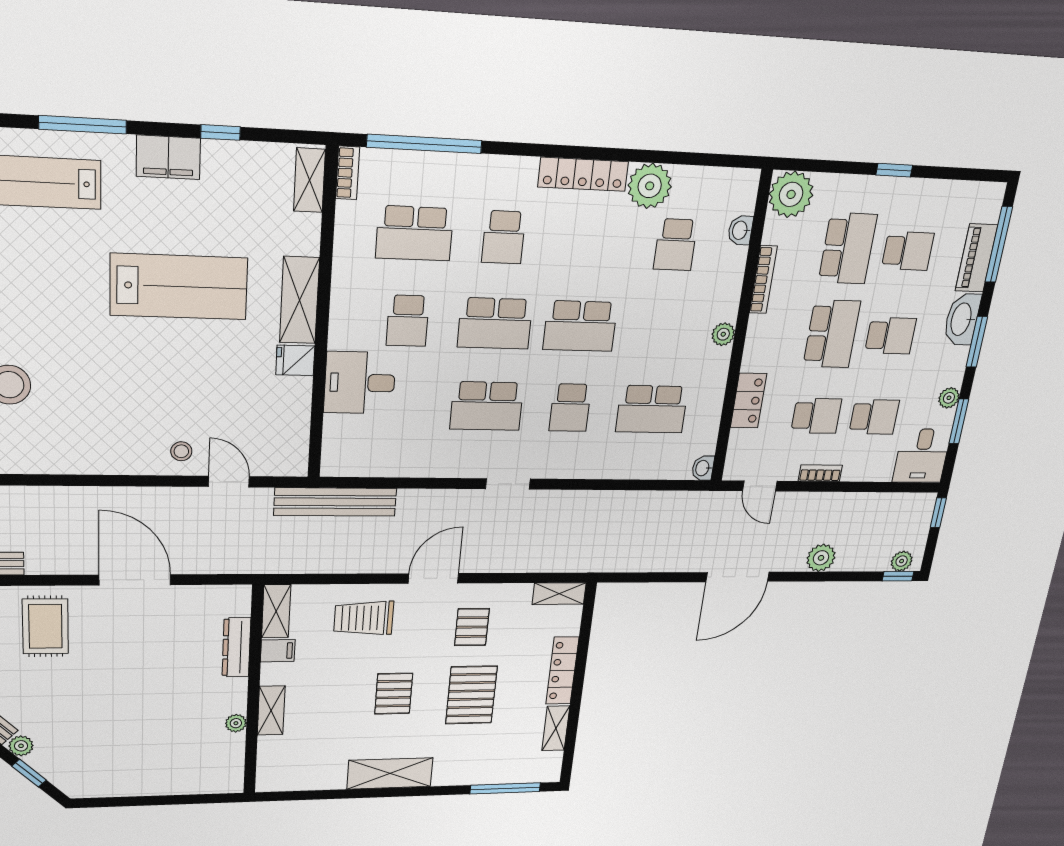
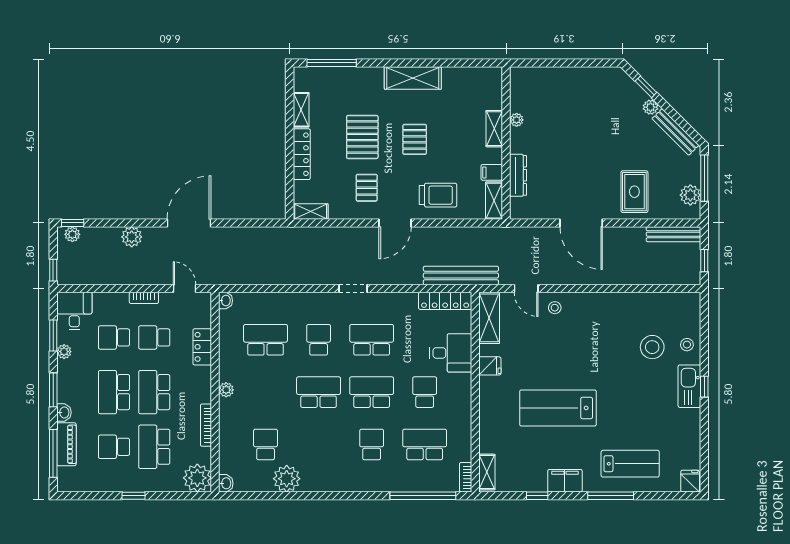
locker: (583, 174) -> (445, 301), moved, turned 180
washbasin: (740, 230) -> (226, 483), moved
shelving: (299, 300) -> (489, 318), moved
washbasin: (962, 319) -> (64, 412), width x0.52, depth x0.69
school desk: (891, 336) -> (114, 392), width x1.85

